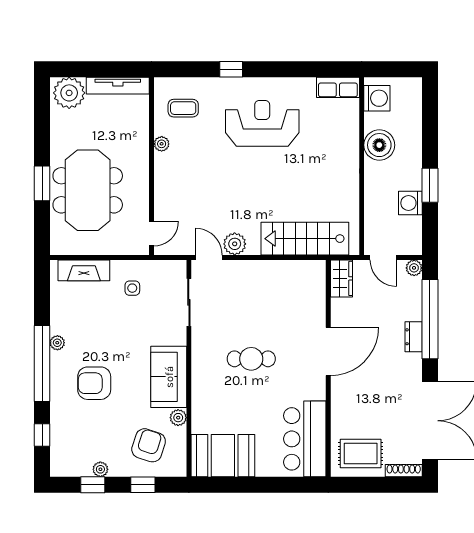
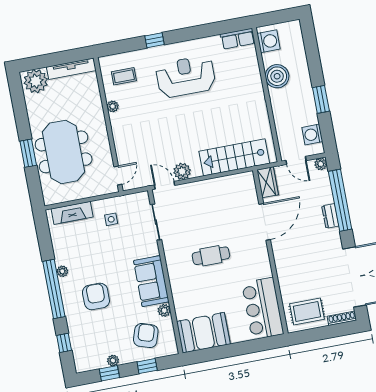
washing machine: (410, 203) -> (312, 134), moved
door: (328, 352) -> (265, 222), moved
armchair: (94, 383) -> (96, 296), turned 90

